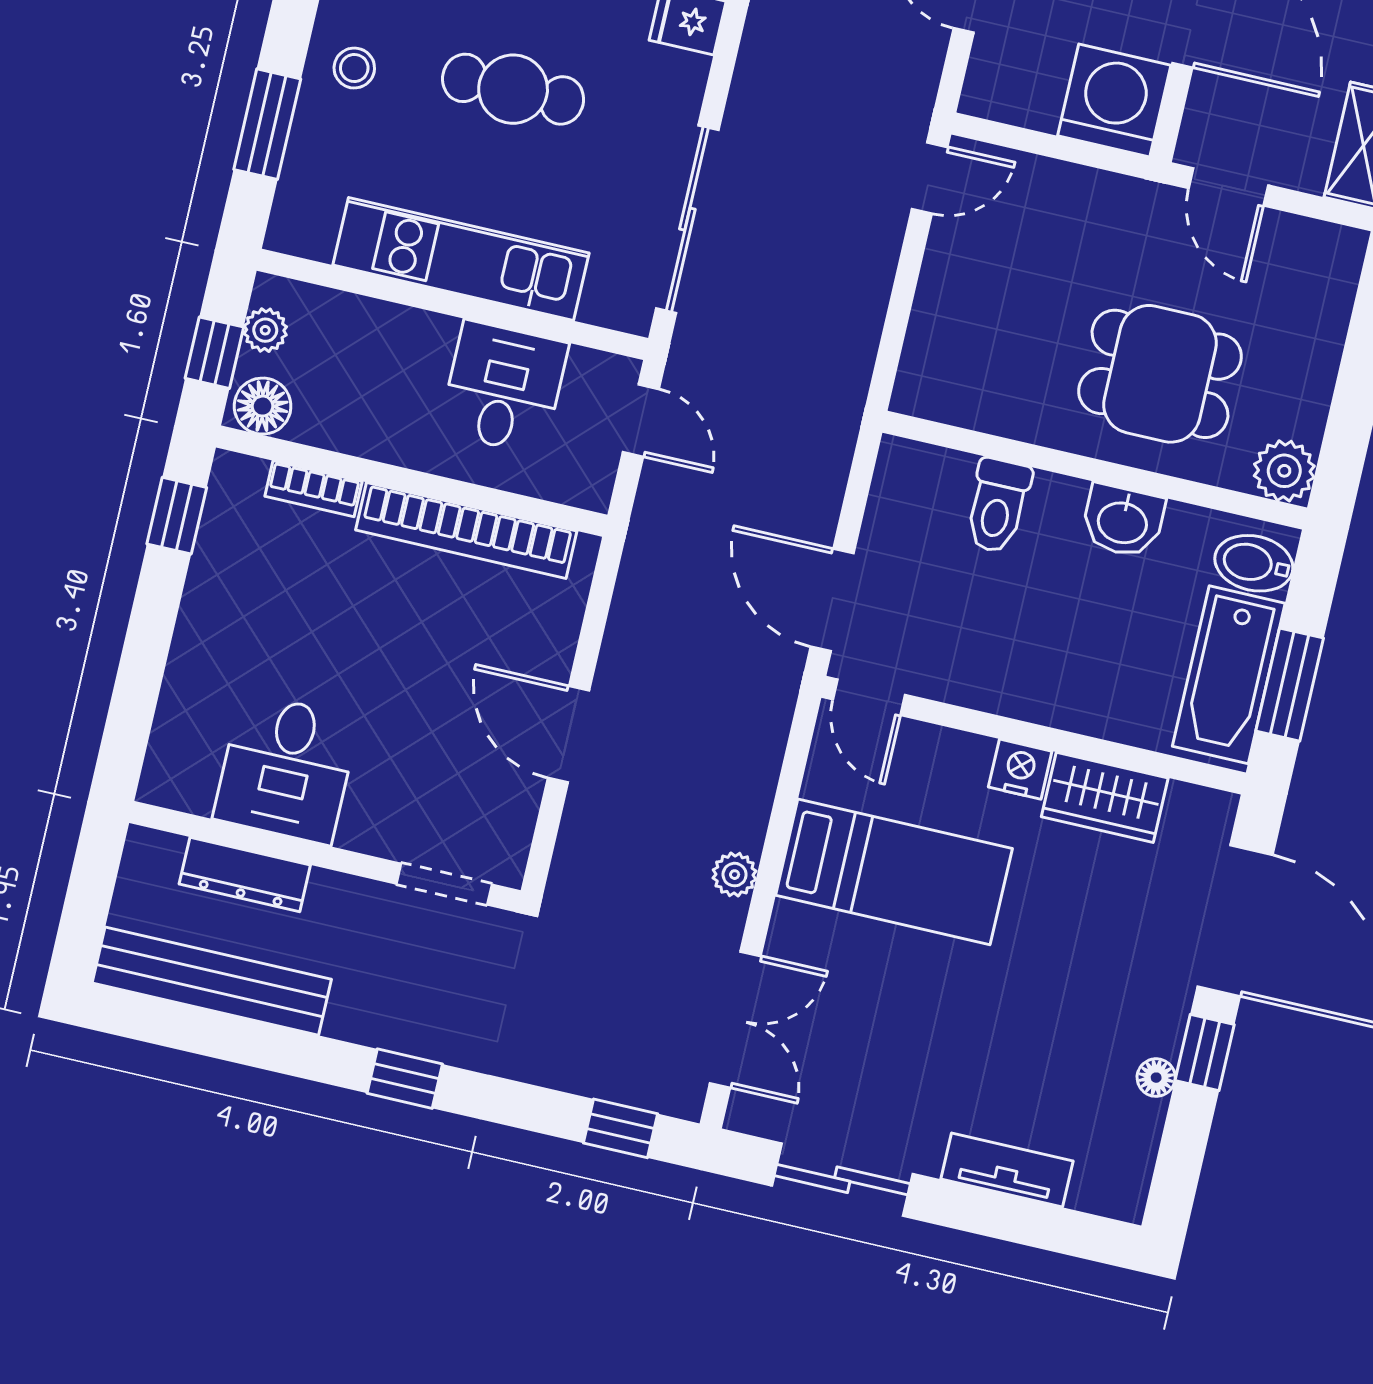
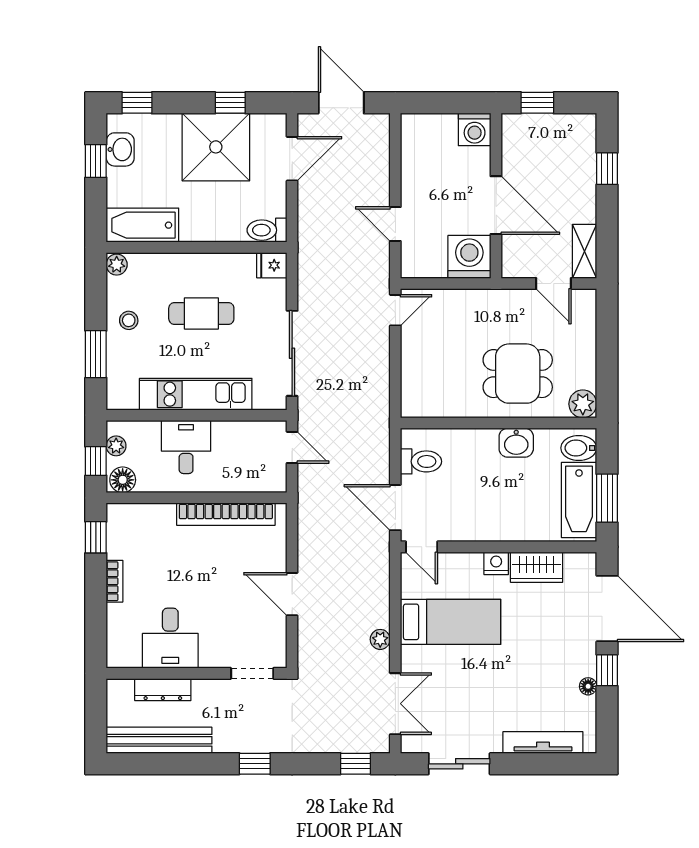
door: (1228, 187) -> (554, 284), moved
desk: (504, 388) -> (186, 447), moved
bookcase: (313, 489) -> (114, 581), moved, turned -90
toilet: (998, 506) -> (421, 461), moved, turned -90
tv unit: (1007, 1170) -> (543, 743), width x1.41

